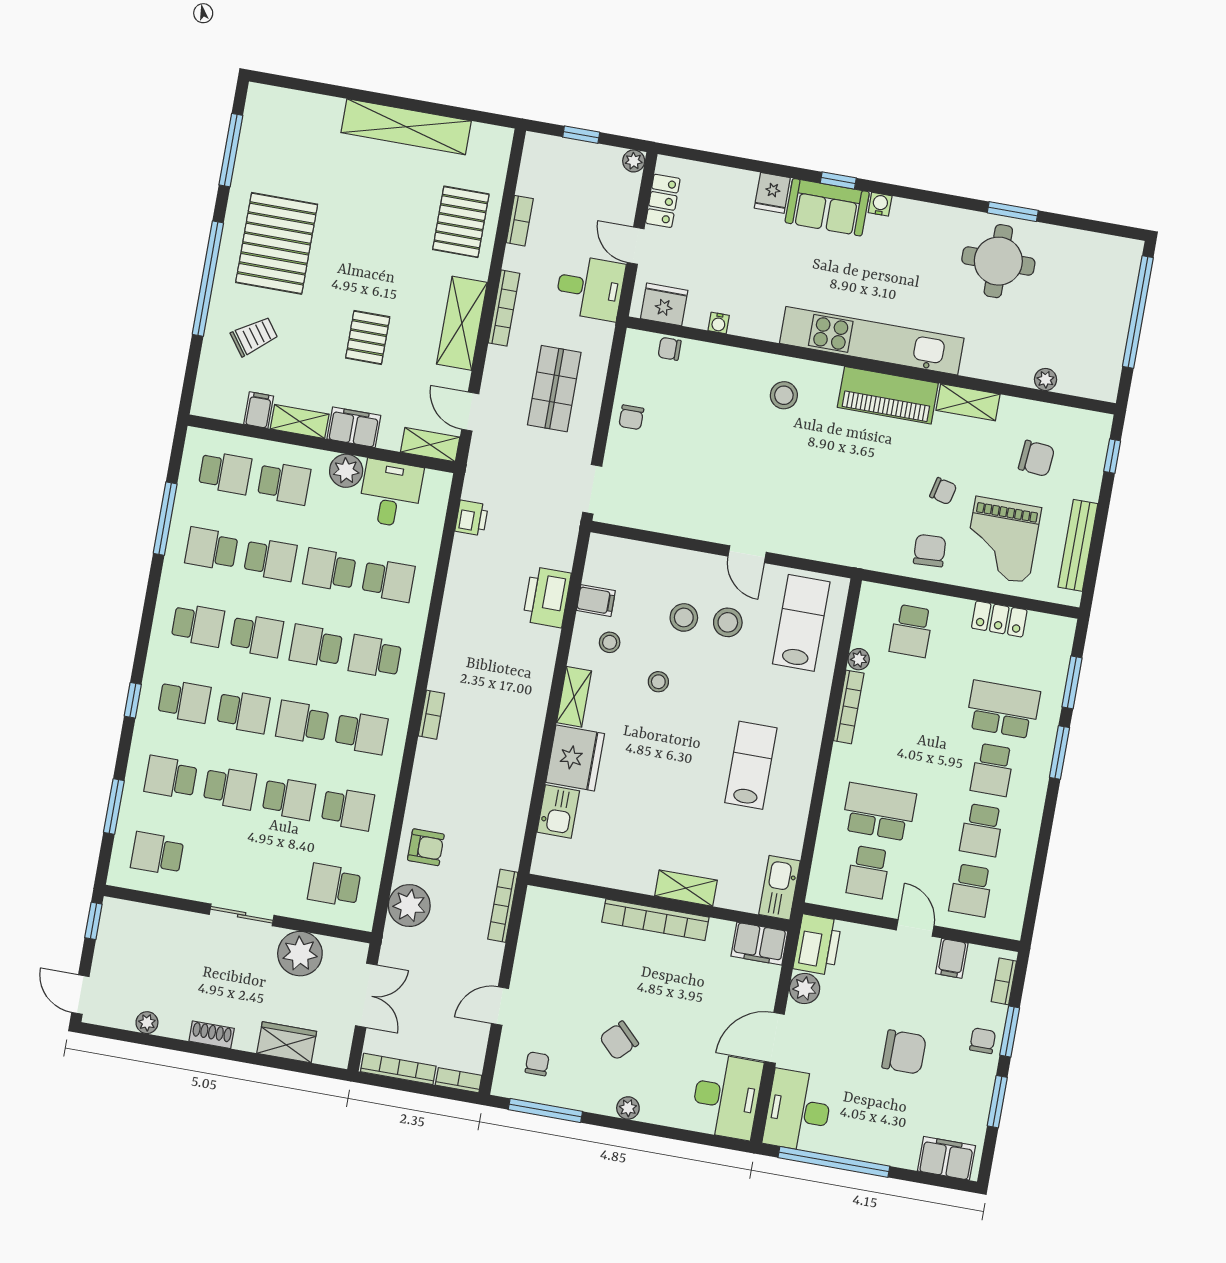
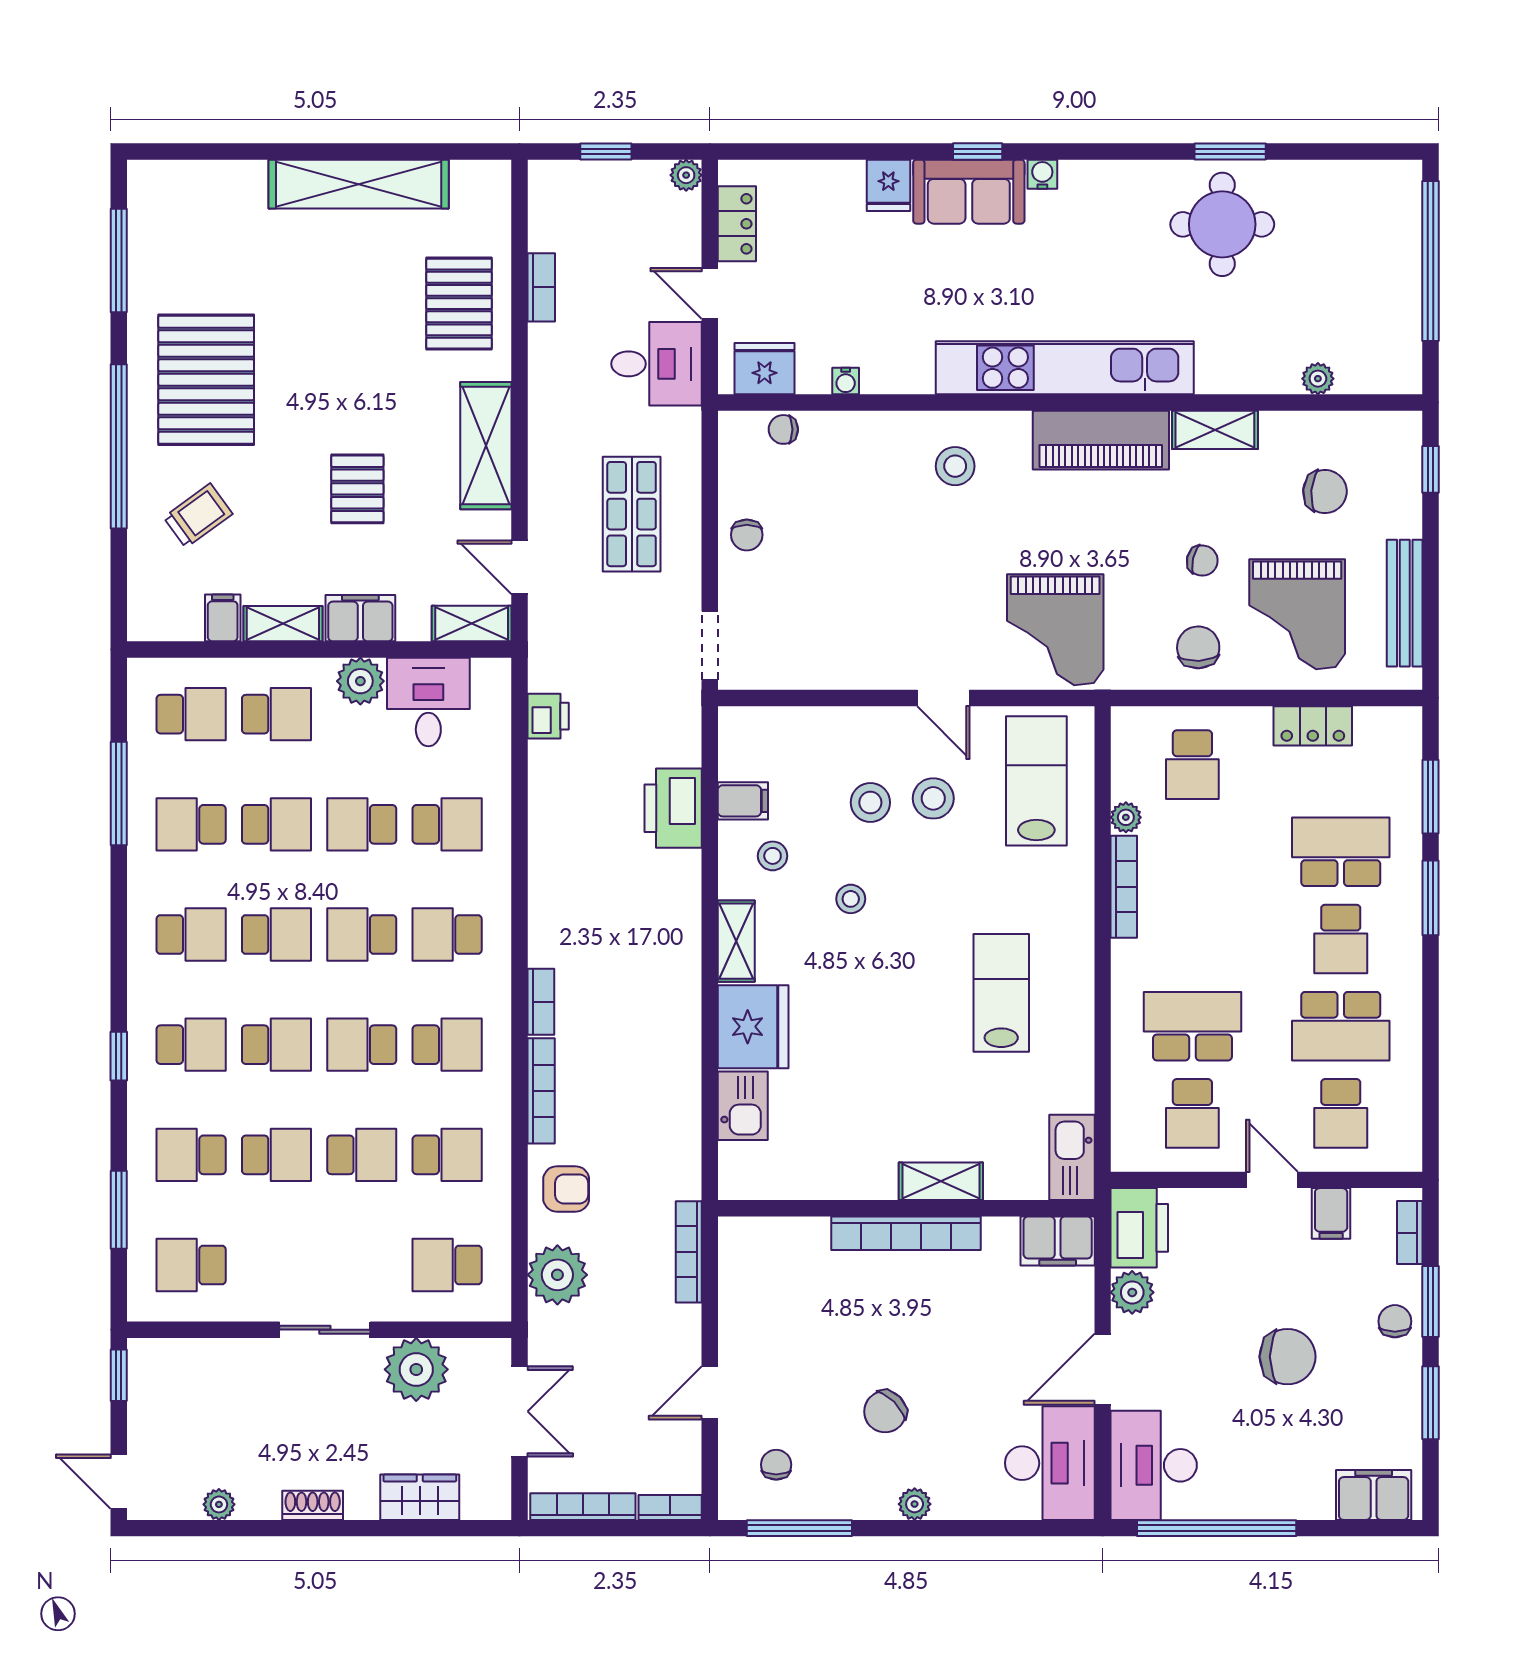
bookcase: (504, 308) -> (541, 1091), moved
grand piano: (833, 521) -> (1055, 630), added
school desk: (982, 830) -> (1341, 1026), width x1.85

